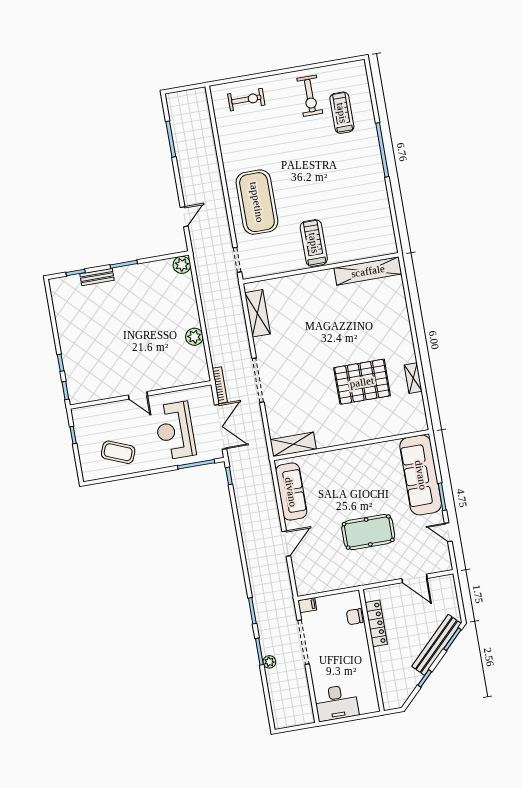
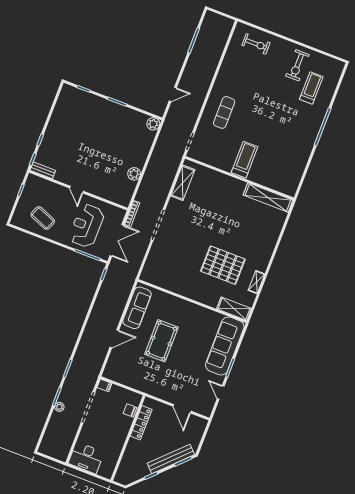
exercise mat: (257, 202) -> (224, 112), width x0.50, depth x0.69
bench: (97, 277) -> (43, 170), moved
shelving: (293, 444) -> (234, 309), moved
pool table: (368, 532) -> (161, 341), moved, turned 90

